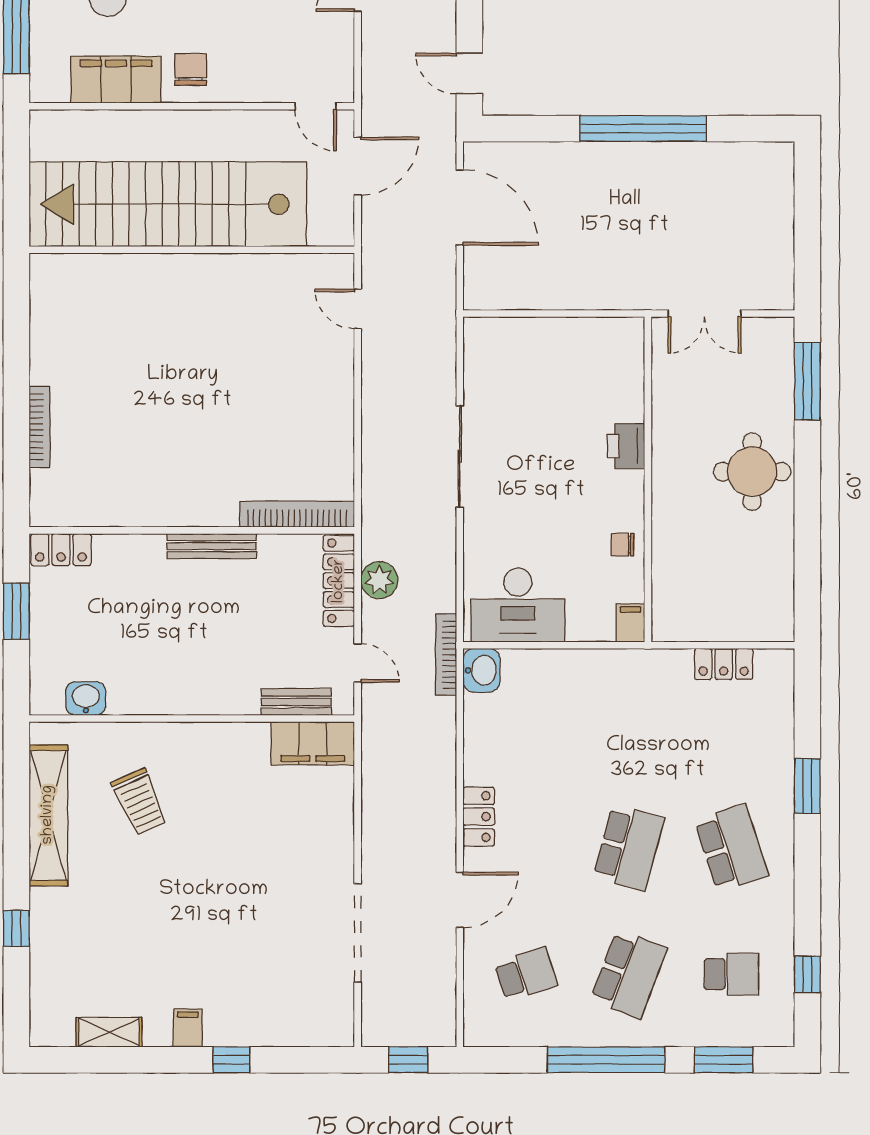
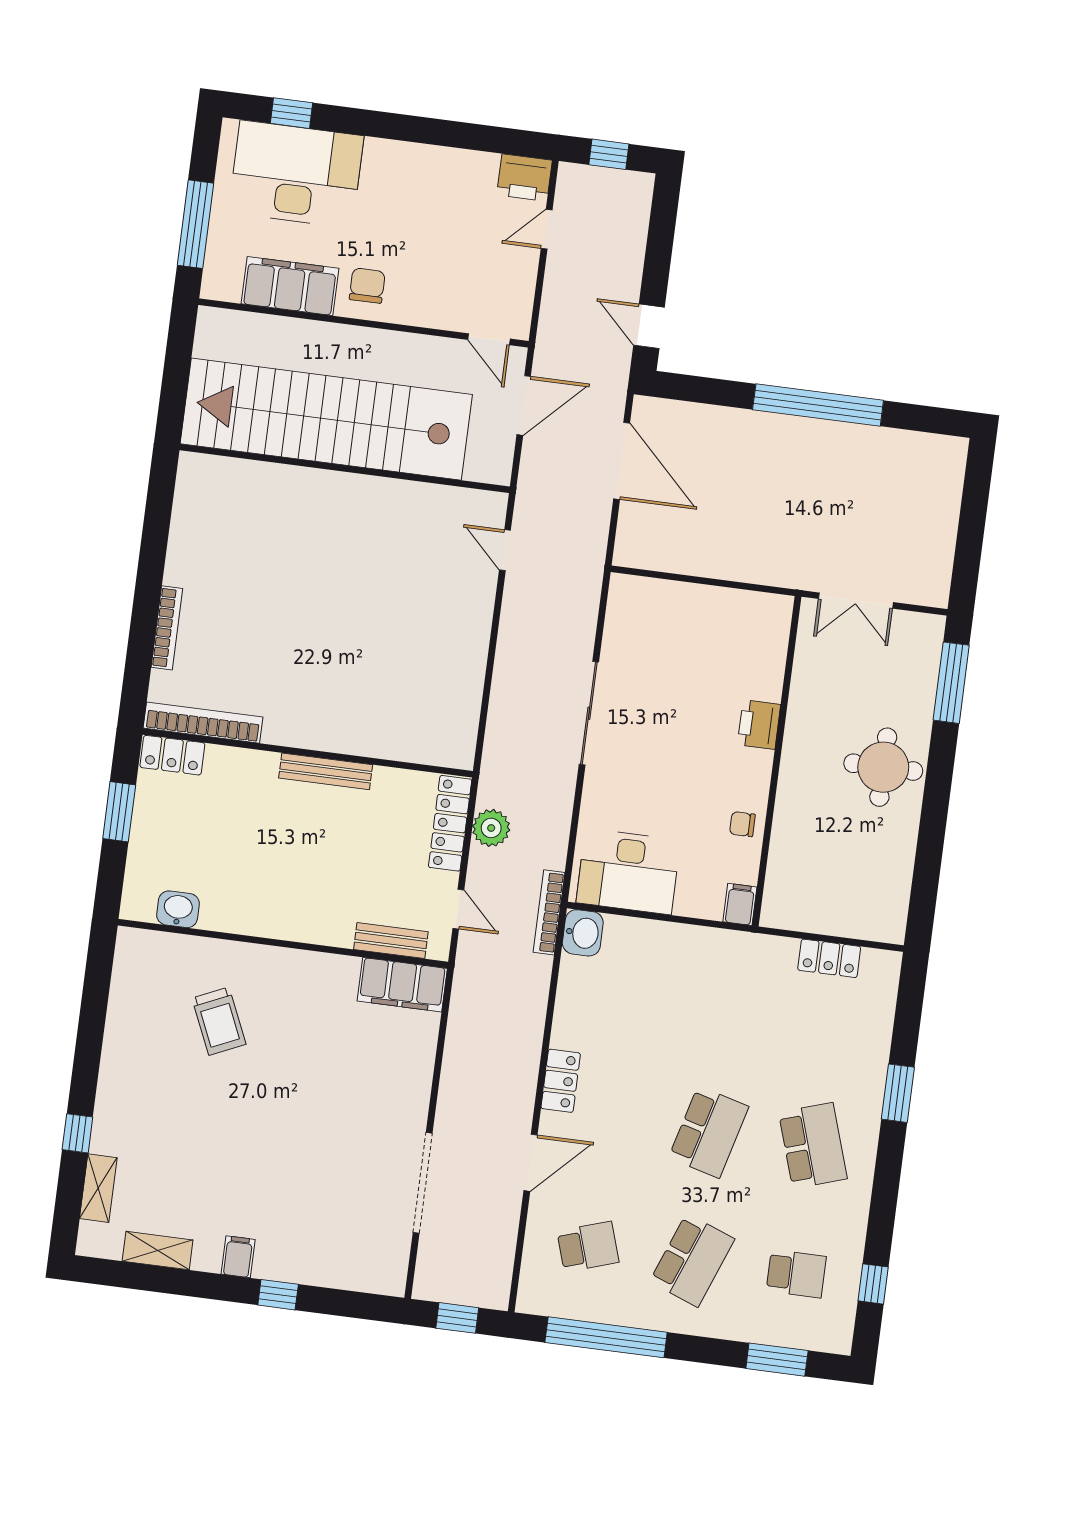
bookcase: (297, 514) -> (203, 723), moved
shelving: (48, 815) -> (98, 1188), moved, width x0.45, depth x0.75
window: (606, 1060) -> (606, 1337), moved

